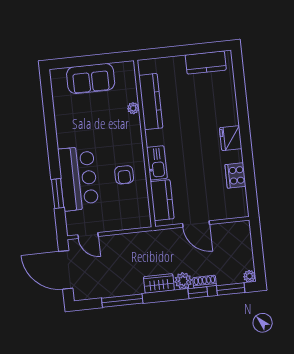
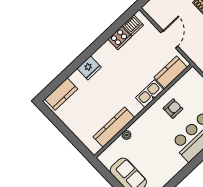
kitchen counter: (206, 62) -> (61, 94), moved, turned 90
fridge: (231, 138) -> (89, 68), moved
dishwasher: (238, 198) -> (133, 25), added

